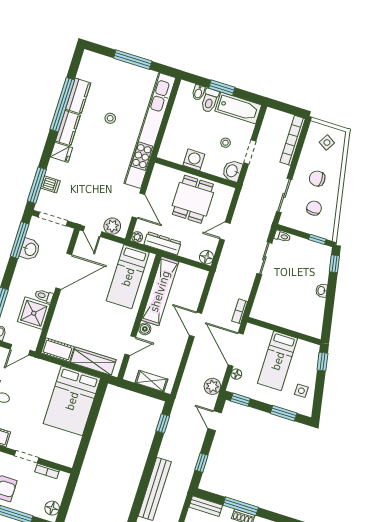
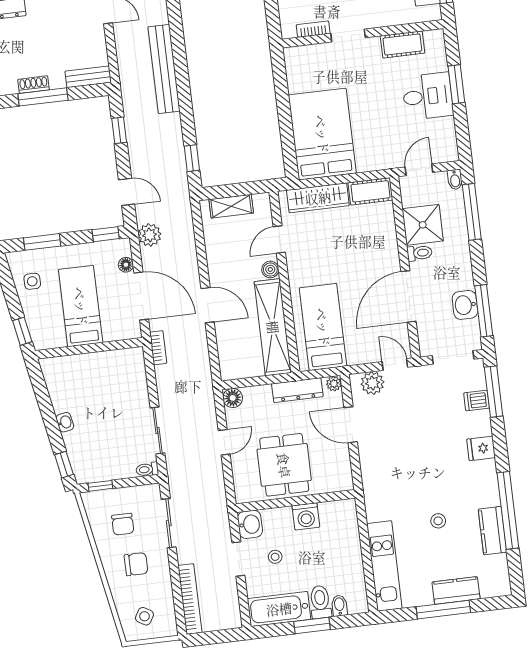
kitchen counter: (68, 128) -> (456, 590), moved, turned 90
kitchen unit: (150, 131) -> (384, 566), width x0.54

